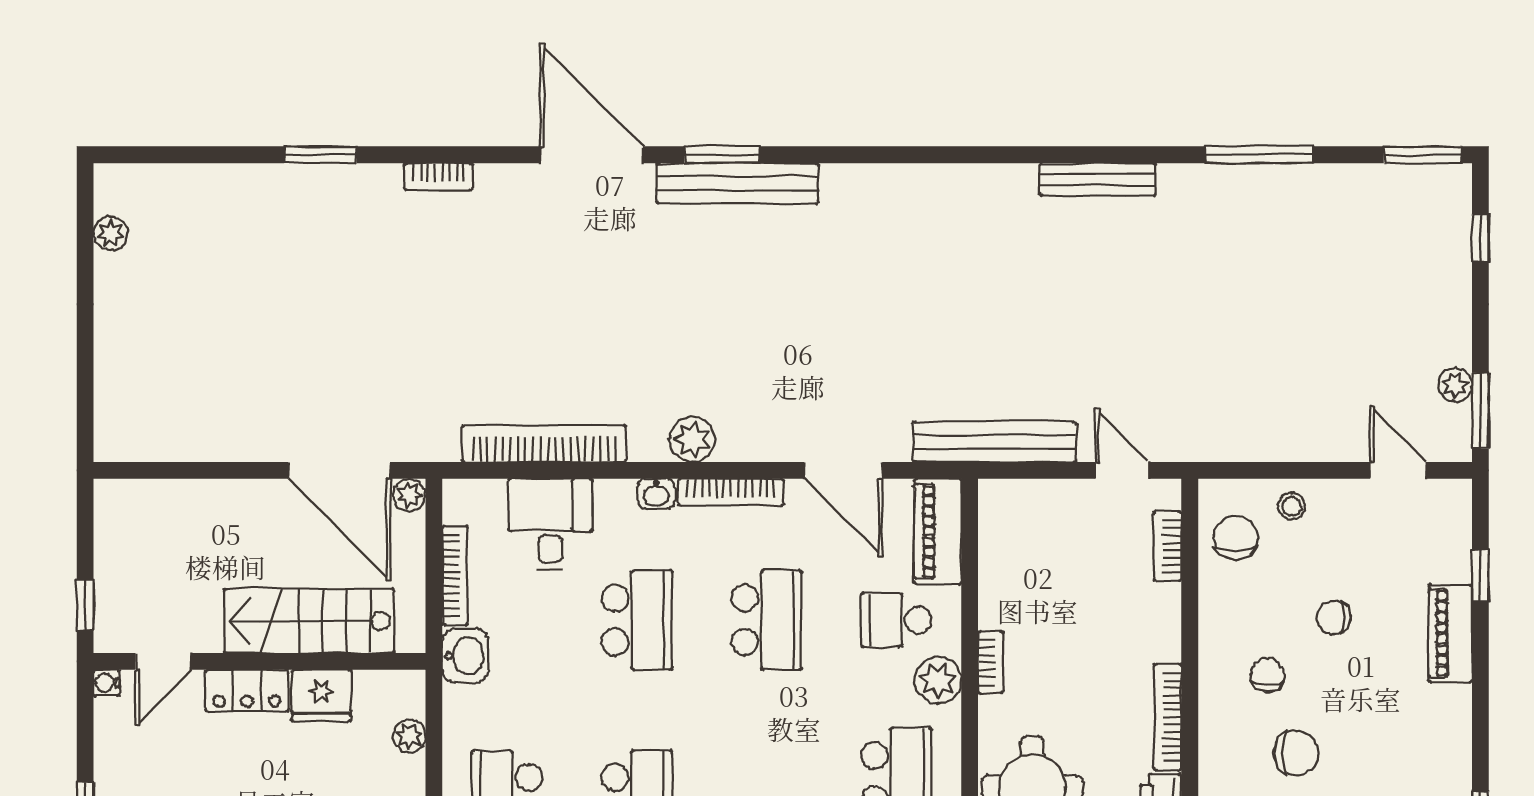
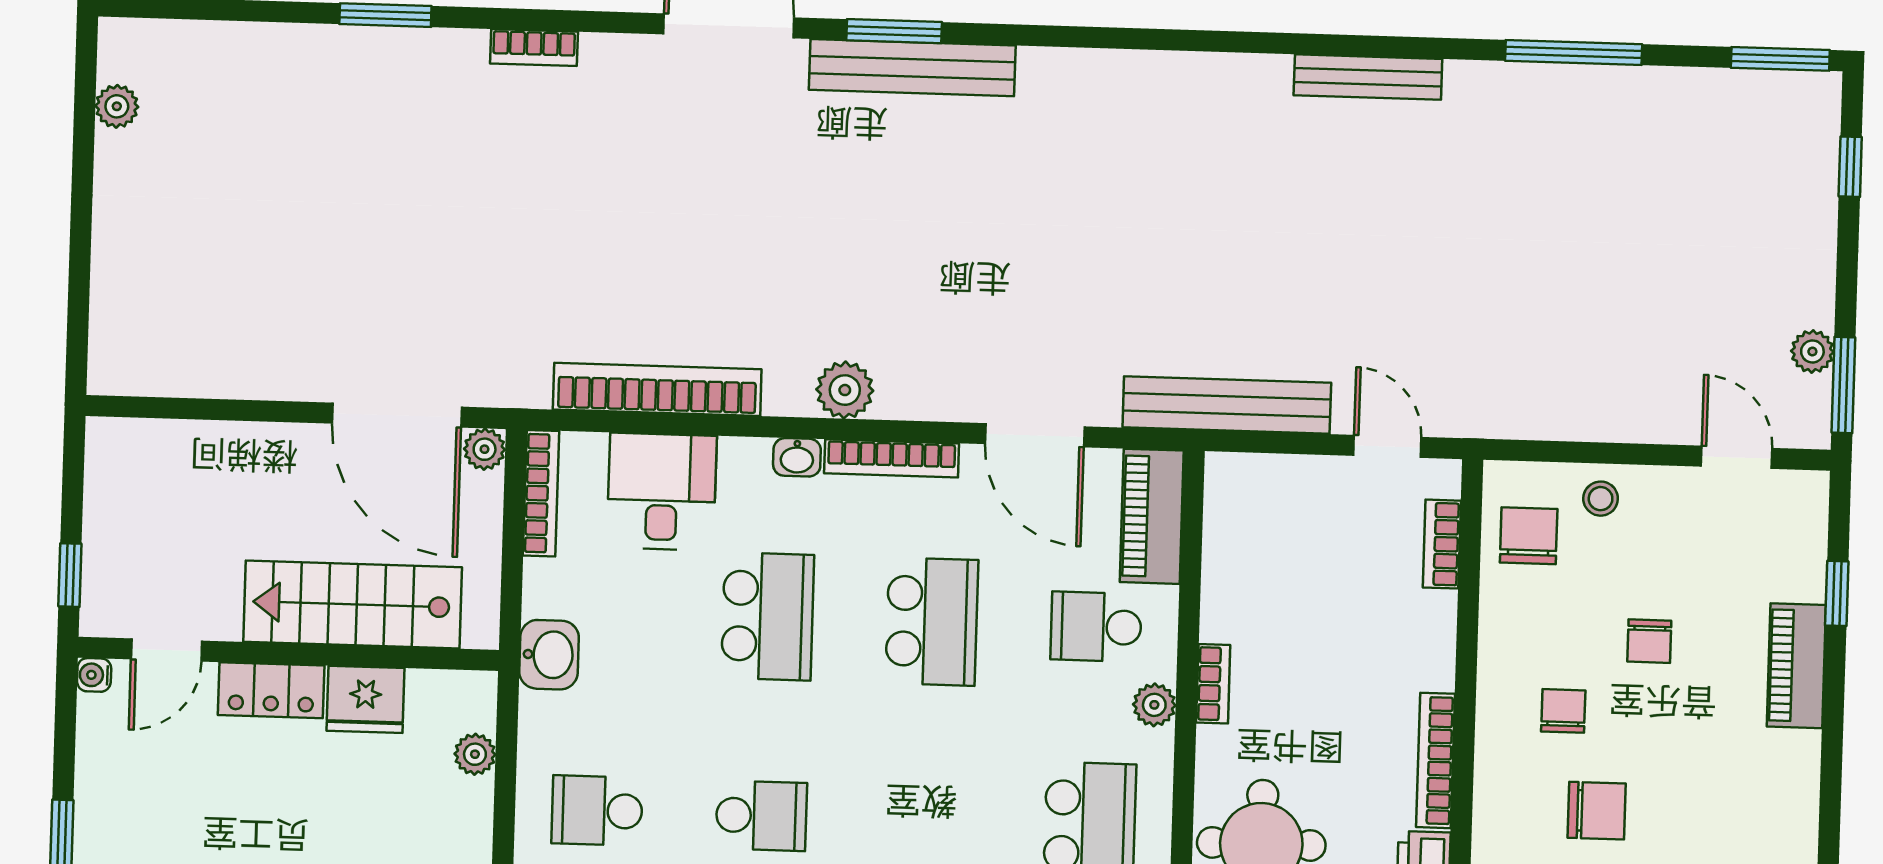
bookcase: (455, 575) -> (541, 493), moved
chair: (1334, 618) -> (1649, 641), turned -90
plant: (938, 680) -> (1154, 705), width x0.73, depth x0.73

